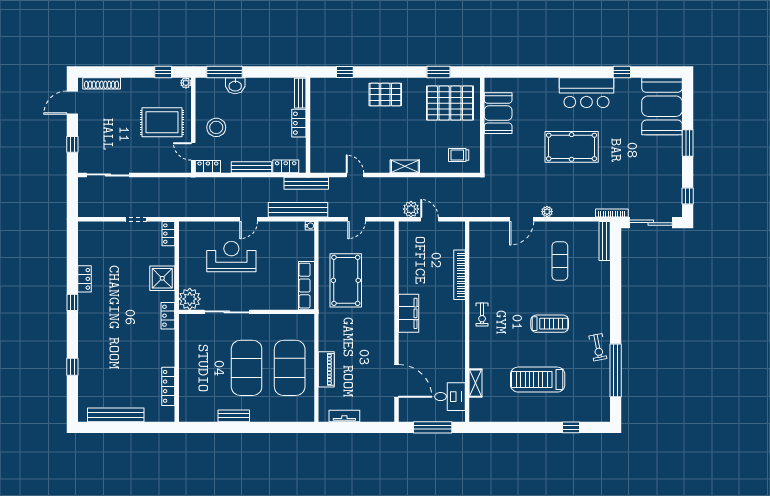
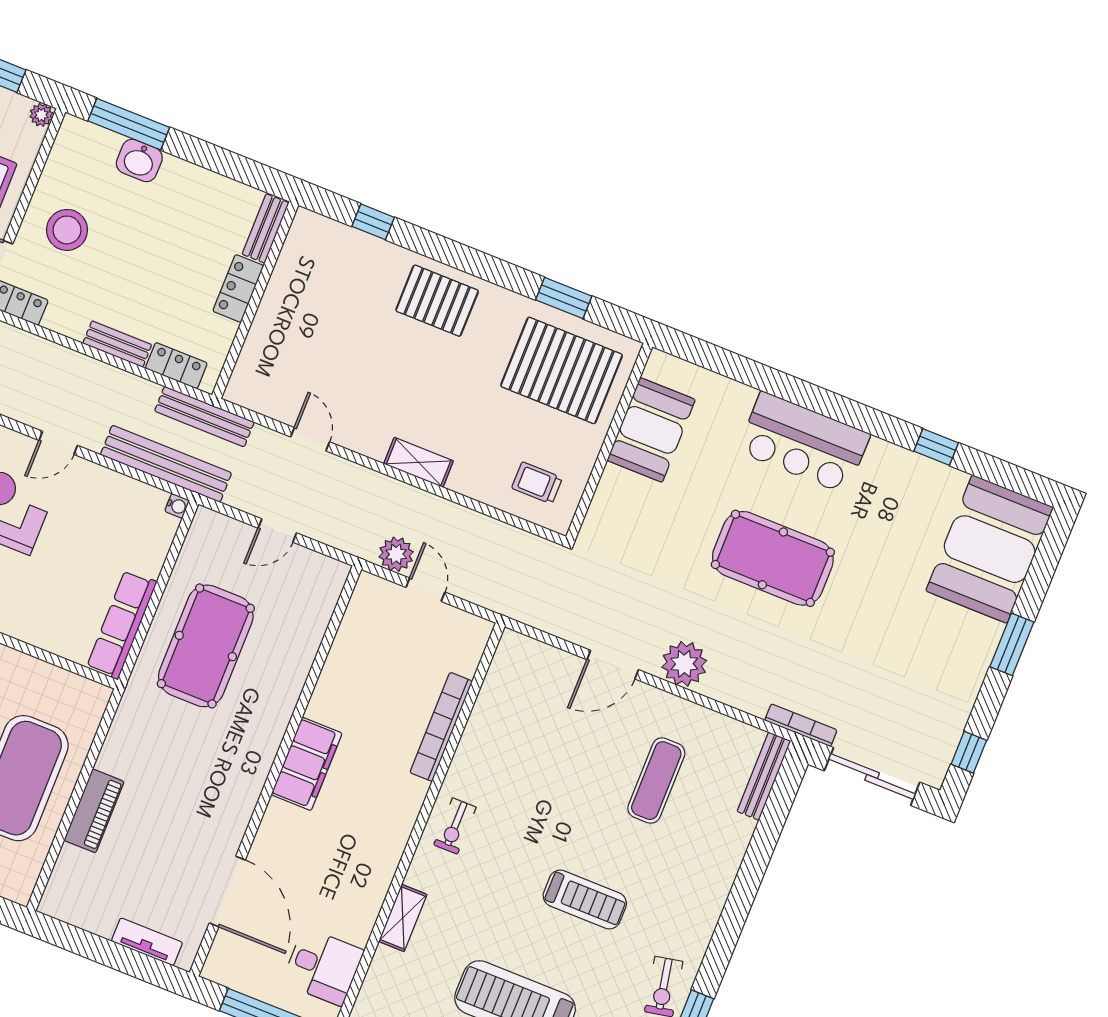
bar counter: (586, 93) -> (804, 443), moved
bench: (252, 167) -> (117, 344), width x0.73
plant: (547, 212) -> (684, 664), width x1.88, depth x1.88
shelving: (475, 383) -> (403, 918), moved
tv unit: (344, 416) -> (147, 942), moved

